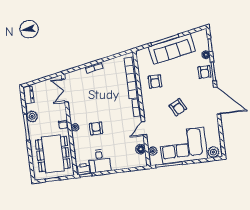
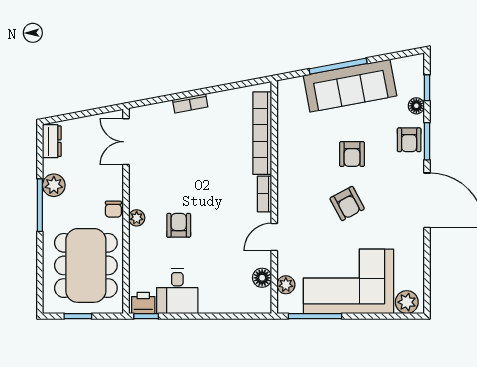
armchair: (155, 81) -> (352, 154), moved

